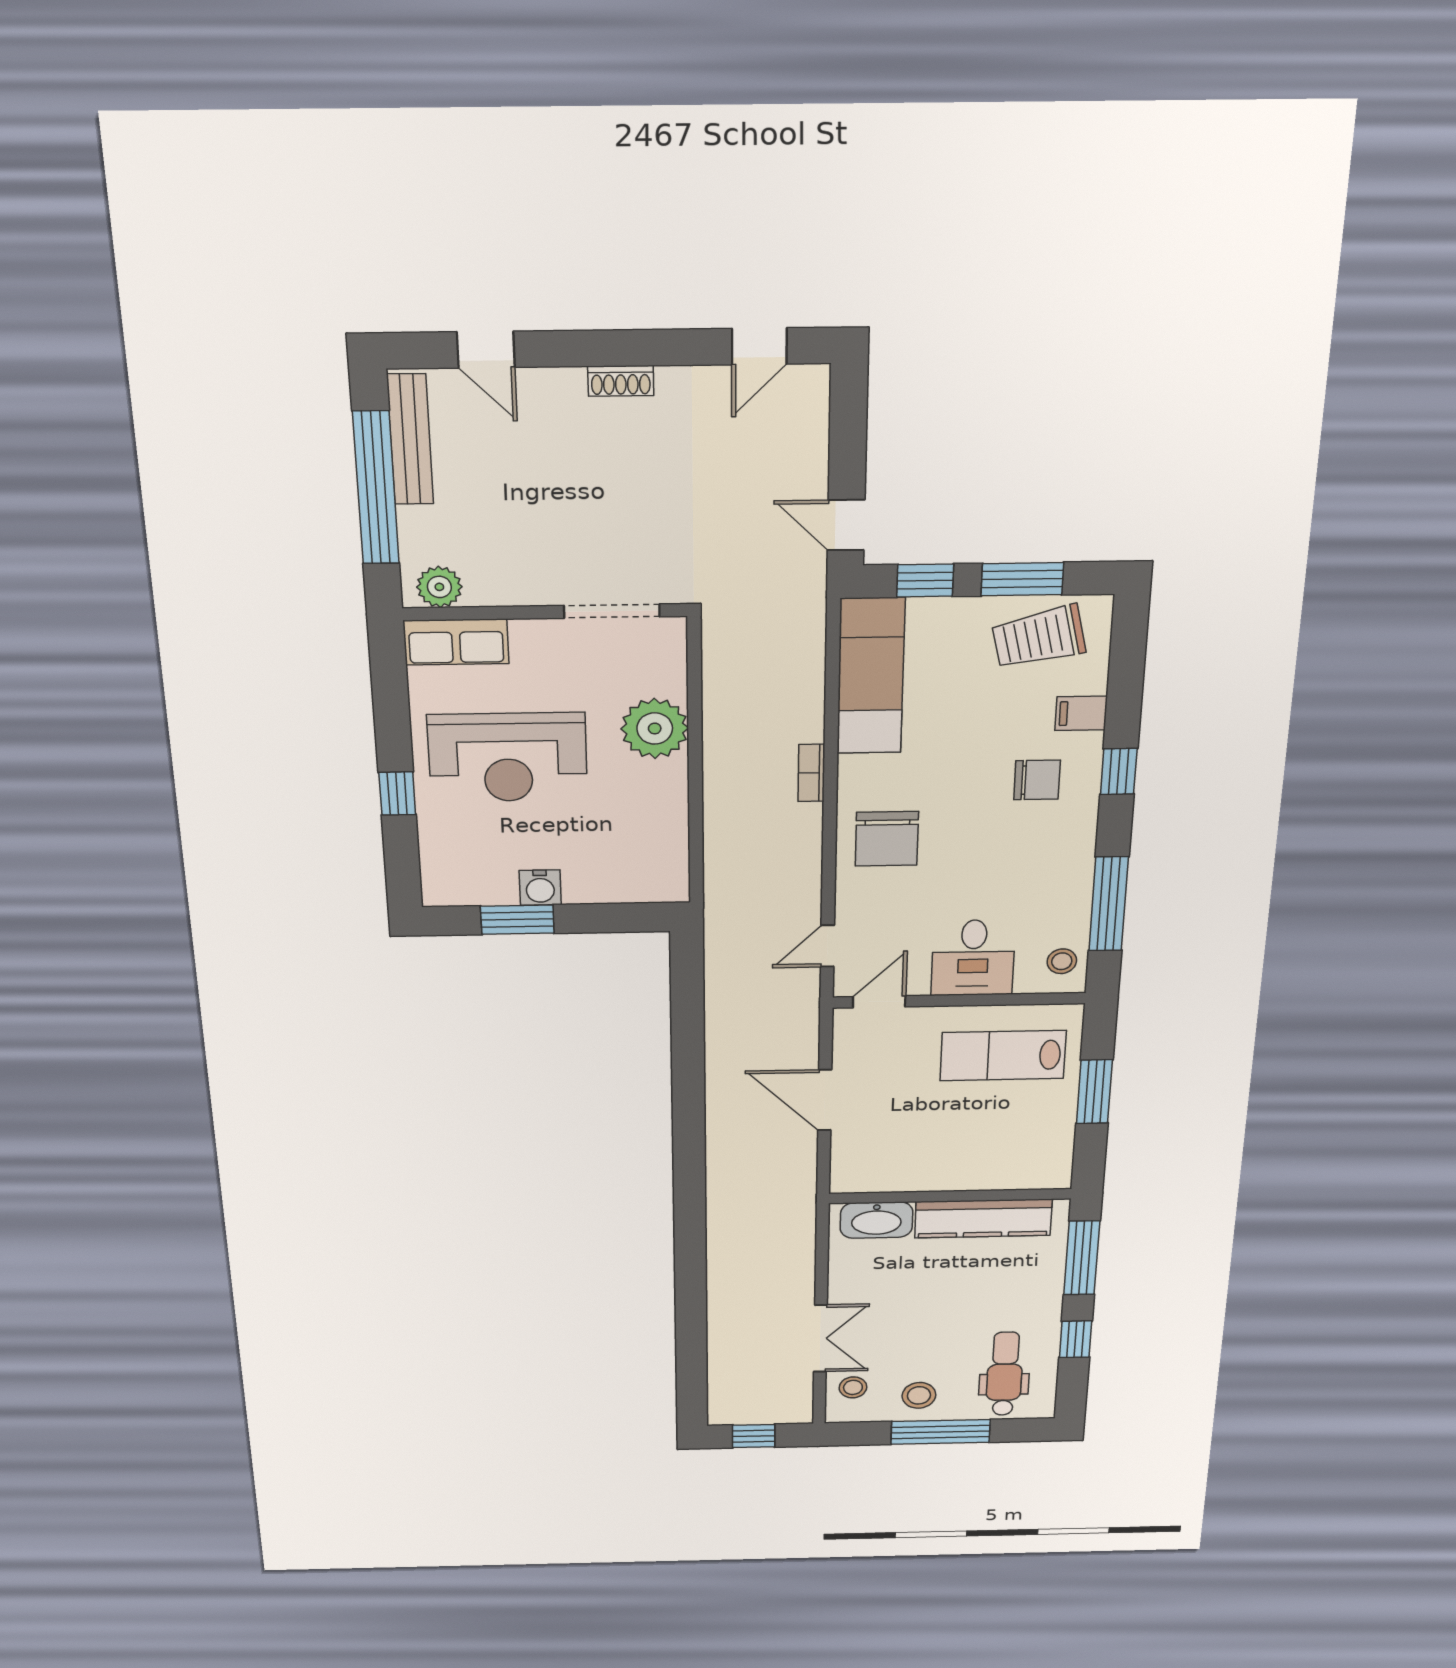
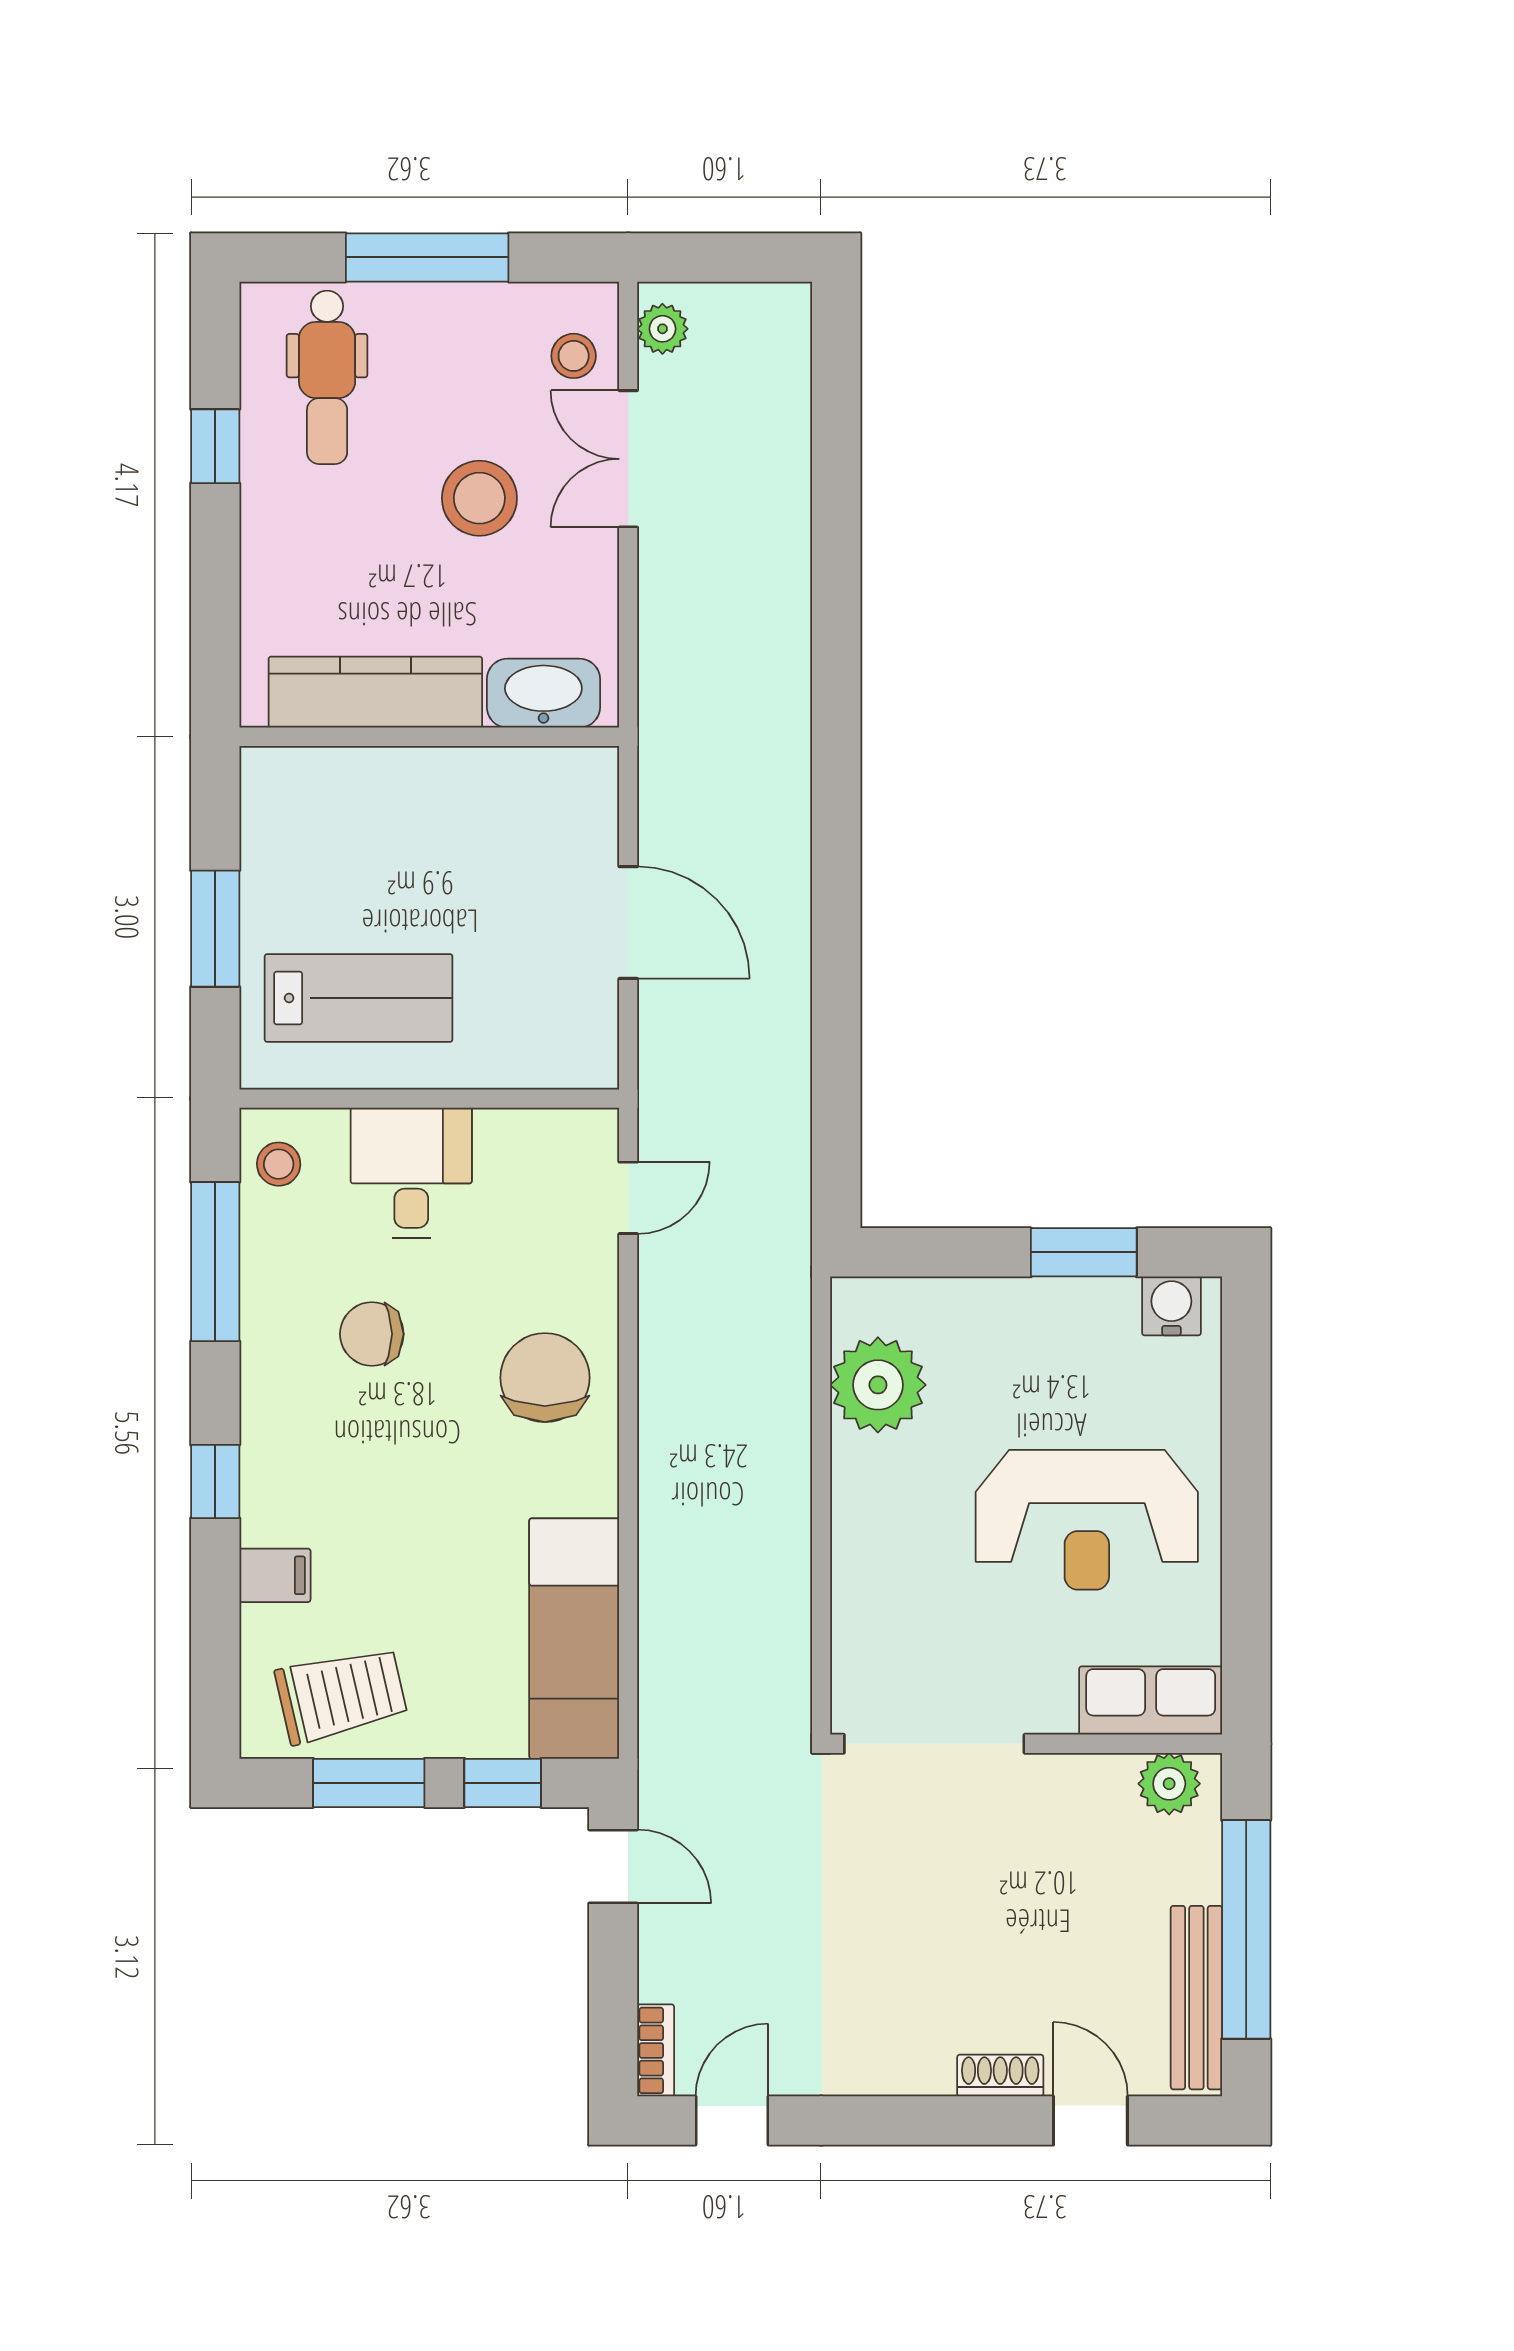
shoe rack: (621, 381) -> (1000, 2076), moved
doorway: (612, 611) -> (934, 1744), width x1.36
plant: (655, 728) -> (878, 1385), moved
reception desk: (508, 757) -> (1087, 1520), turned 180
bookcase: (811, 773) -> (656, 2050), moved
chair: (1037, 780) -> (372, 1334), moved
window: (397, 794) -> (1246, 1465), removed
water cooler: (540, 888) -> (1171, 1306), moved
door: (879, 1002) -> (549, 1099), removed
window: (1082, 1258) -> (215, 611), removed
stool: (919, 1395) -> (479, 498), moved, width x1.38, depth x1.38
plant: (798, 1401) -> (662, 329), added
window: (754, 1436) -> (735, 257), removed

